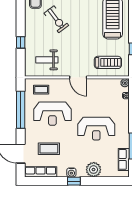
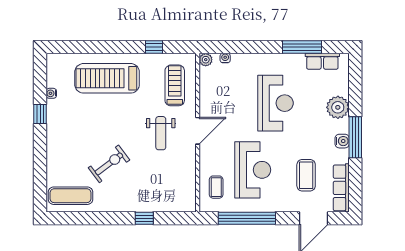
weight bench: (47, 60) -> (161, 133), moved
window: (74, 181) -> (355, 137), width x2.17

